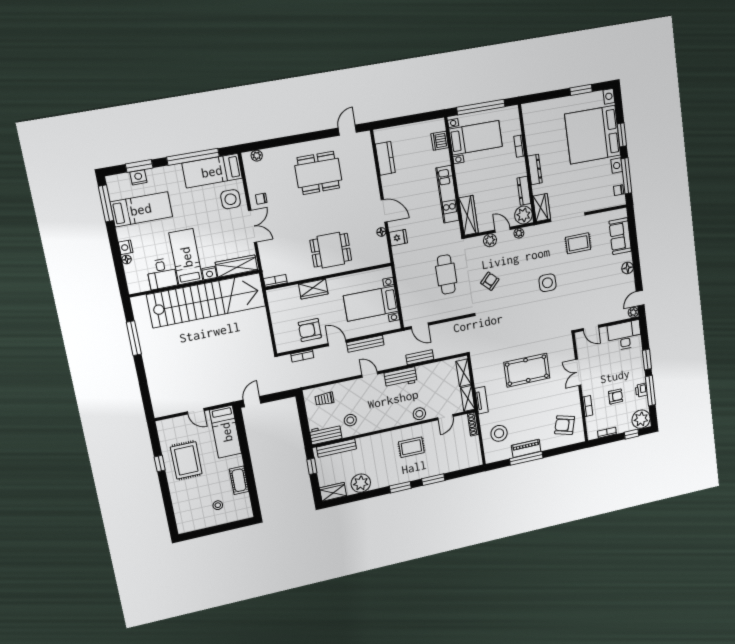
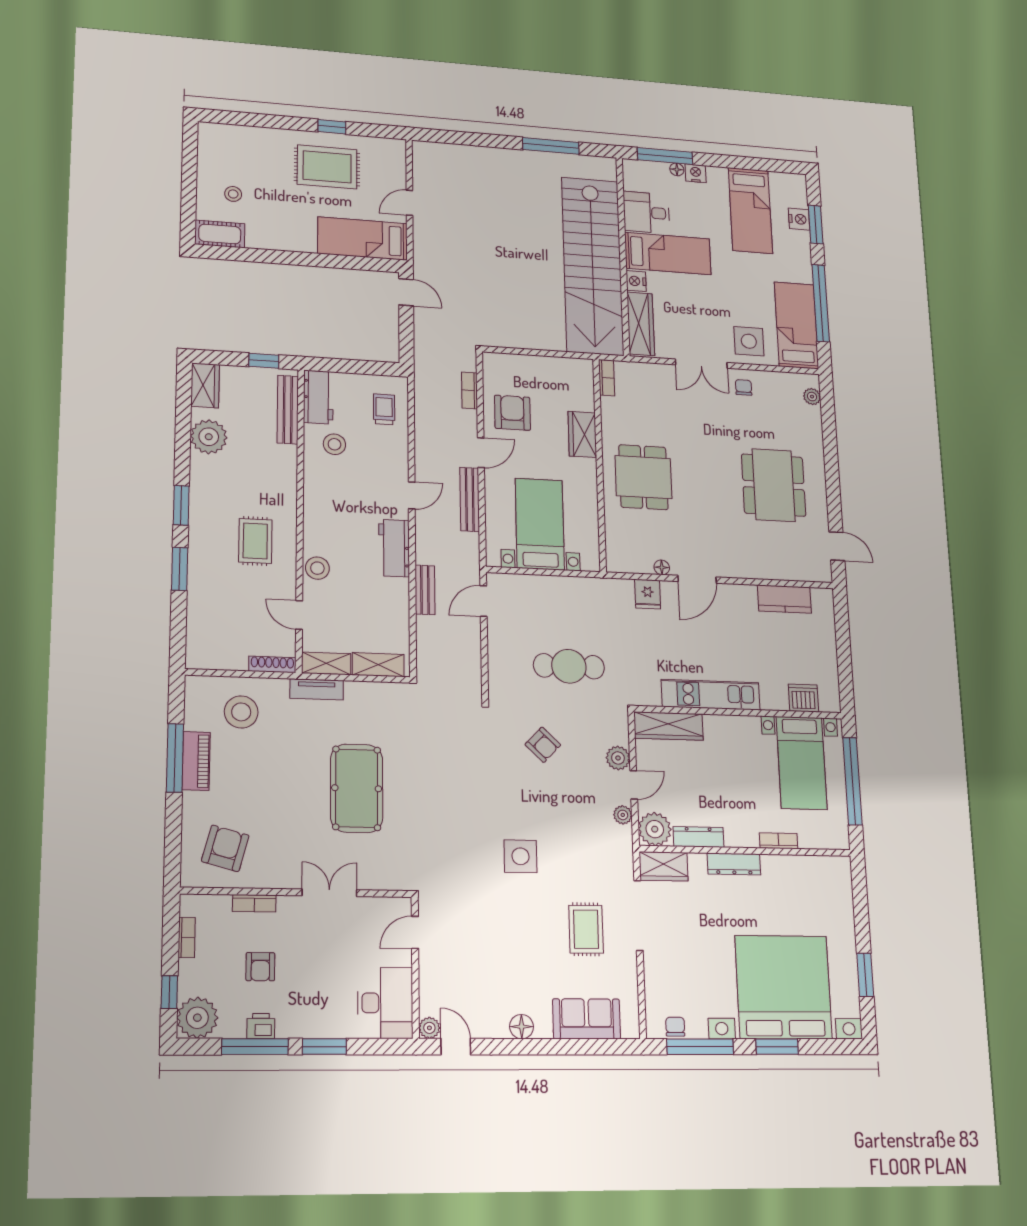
window: (106, 203) -> (665, 156), moved
cot: (239, 480) -> (220, 234), moved

